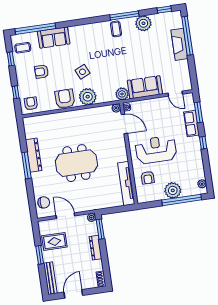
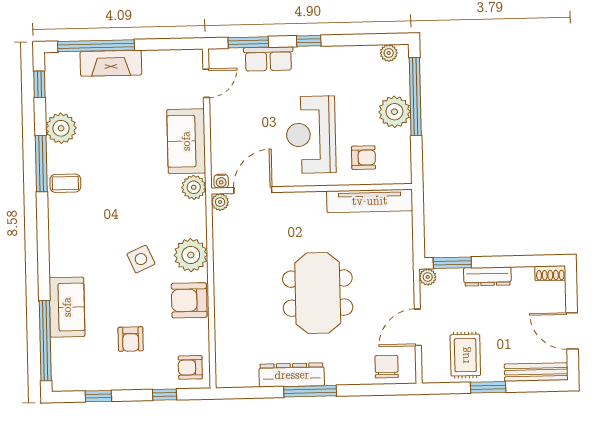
coffee table: (23, 48) -> (79, 370), removed

